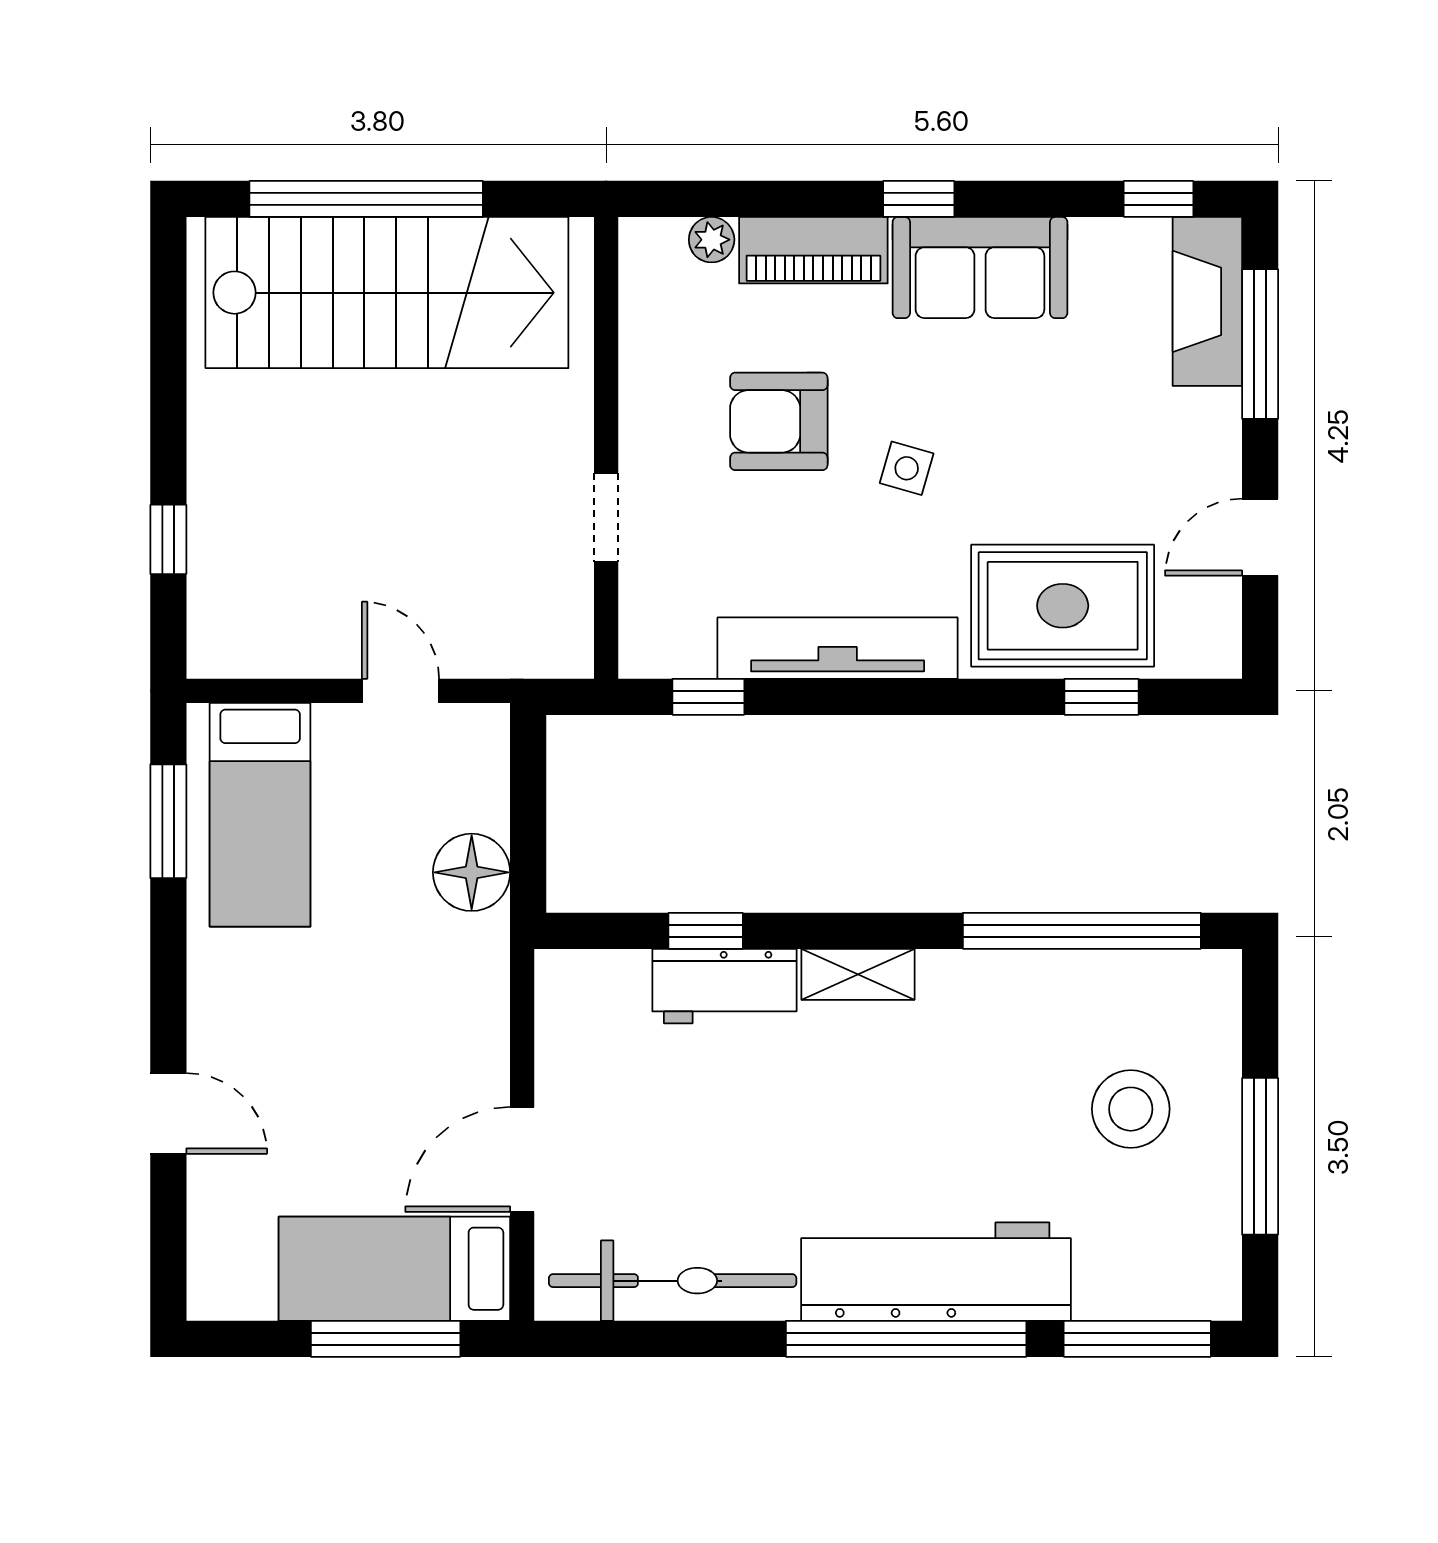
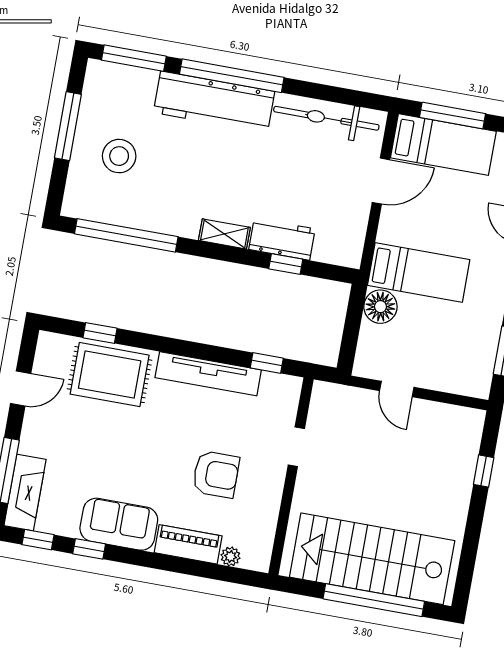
window: (919, 199) -> (89, 549), moved
side table: (907, 468) -> (165, 445), removed
bed: (260, 815) -> (419, 272), moved, turned 90

